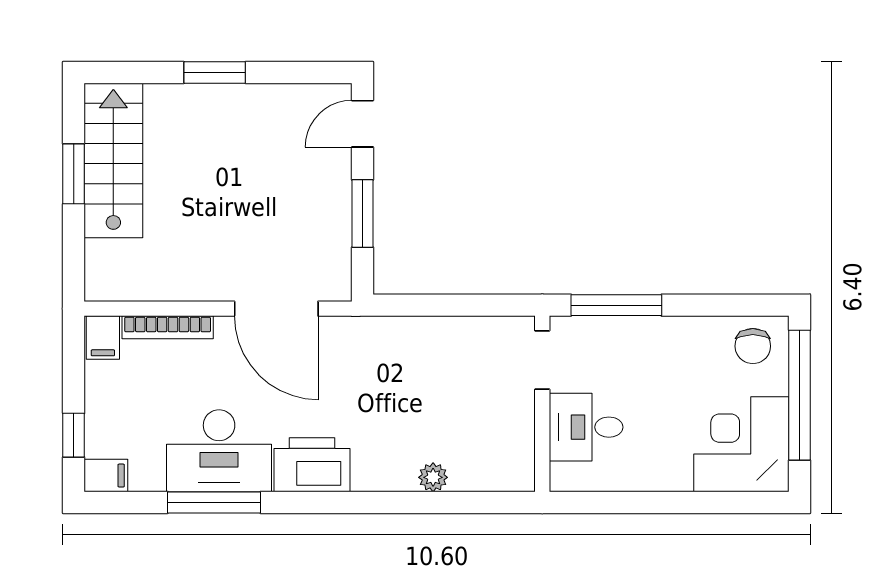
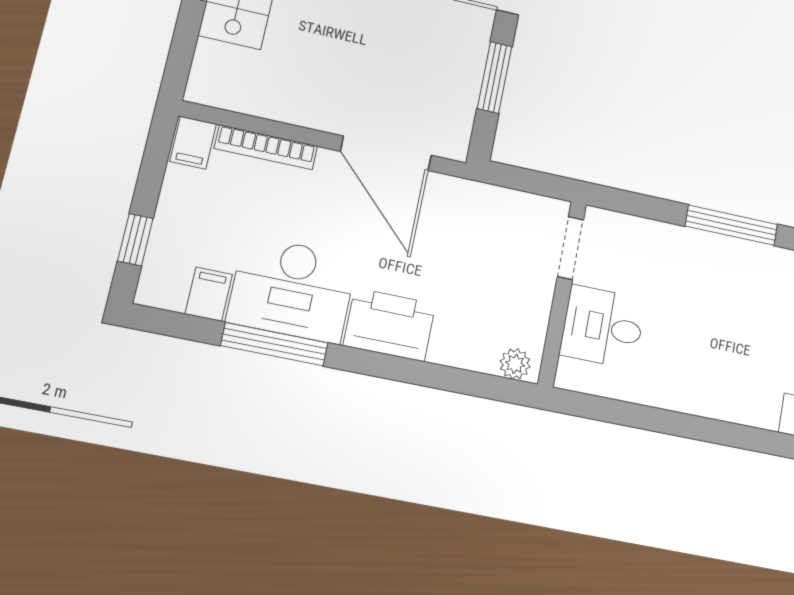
doorway: (542, 360) -> (570, 248), moved
wall: (542, 404) -> (562, 293), moved
desk: (586, 427) -> (603, 327), moved
filing cabinet: (106, 476) -> (209, 294), moved, turned -90

